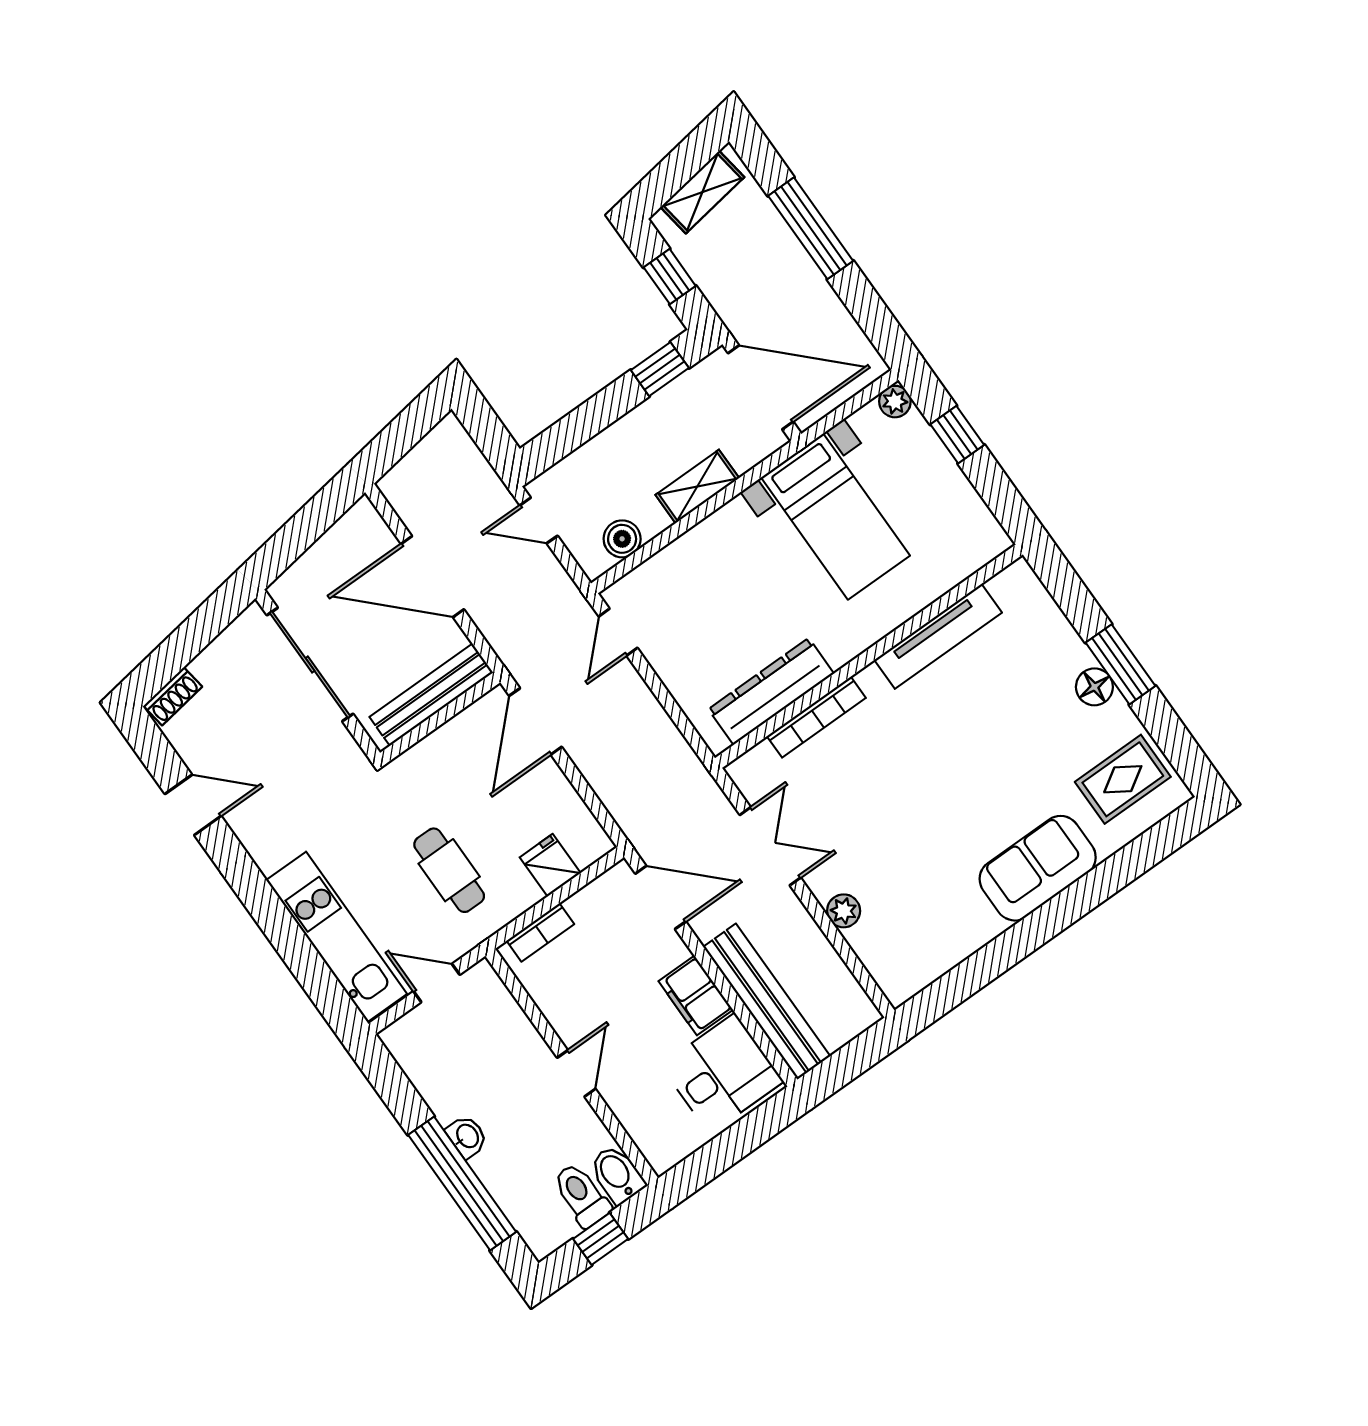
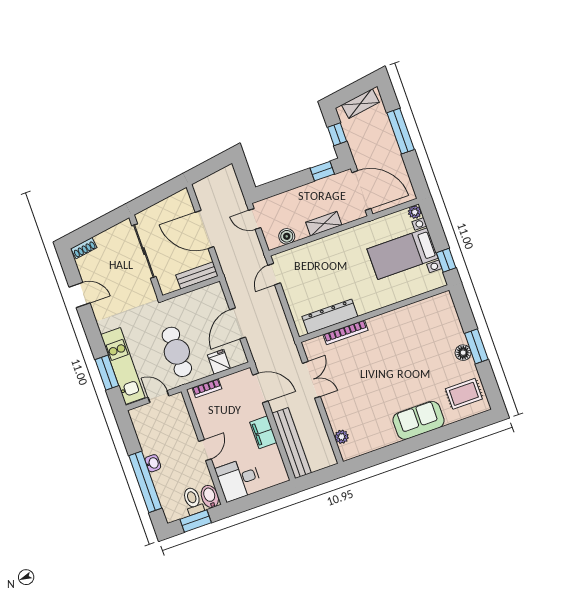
window: (957, 435) -> (446, 260), moved
bed with nightstands: (836, 517) -> (403, 254), moved, turned 90
tv unit: (938, 636) -> (405, 313), removed
bench: (431, 695) -> (197, 275), width x0.73
door: (535, 721) -> (238, 323), moved
cafe table: (449, 870) -> (177, 352), width x1.37, depth x1.35
plant: (844, 911) -> (342, 437), moved
window: (305, 962) -> (107, 373), added
desk: (722, 1074) -> (239, 479), moved, turned 180
window: (601, 1239) -> (196, 521), width x1.50

